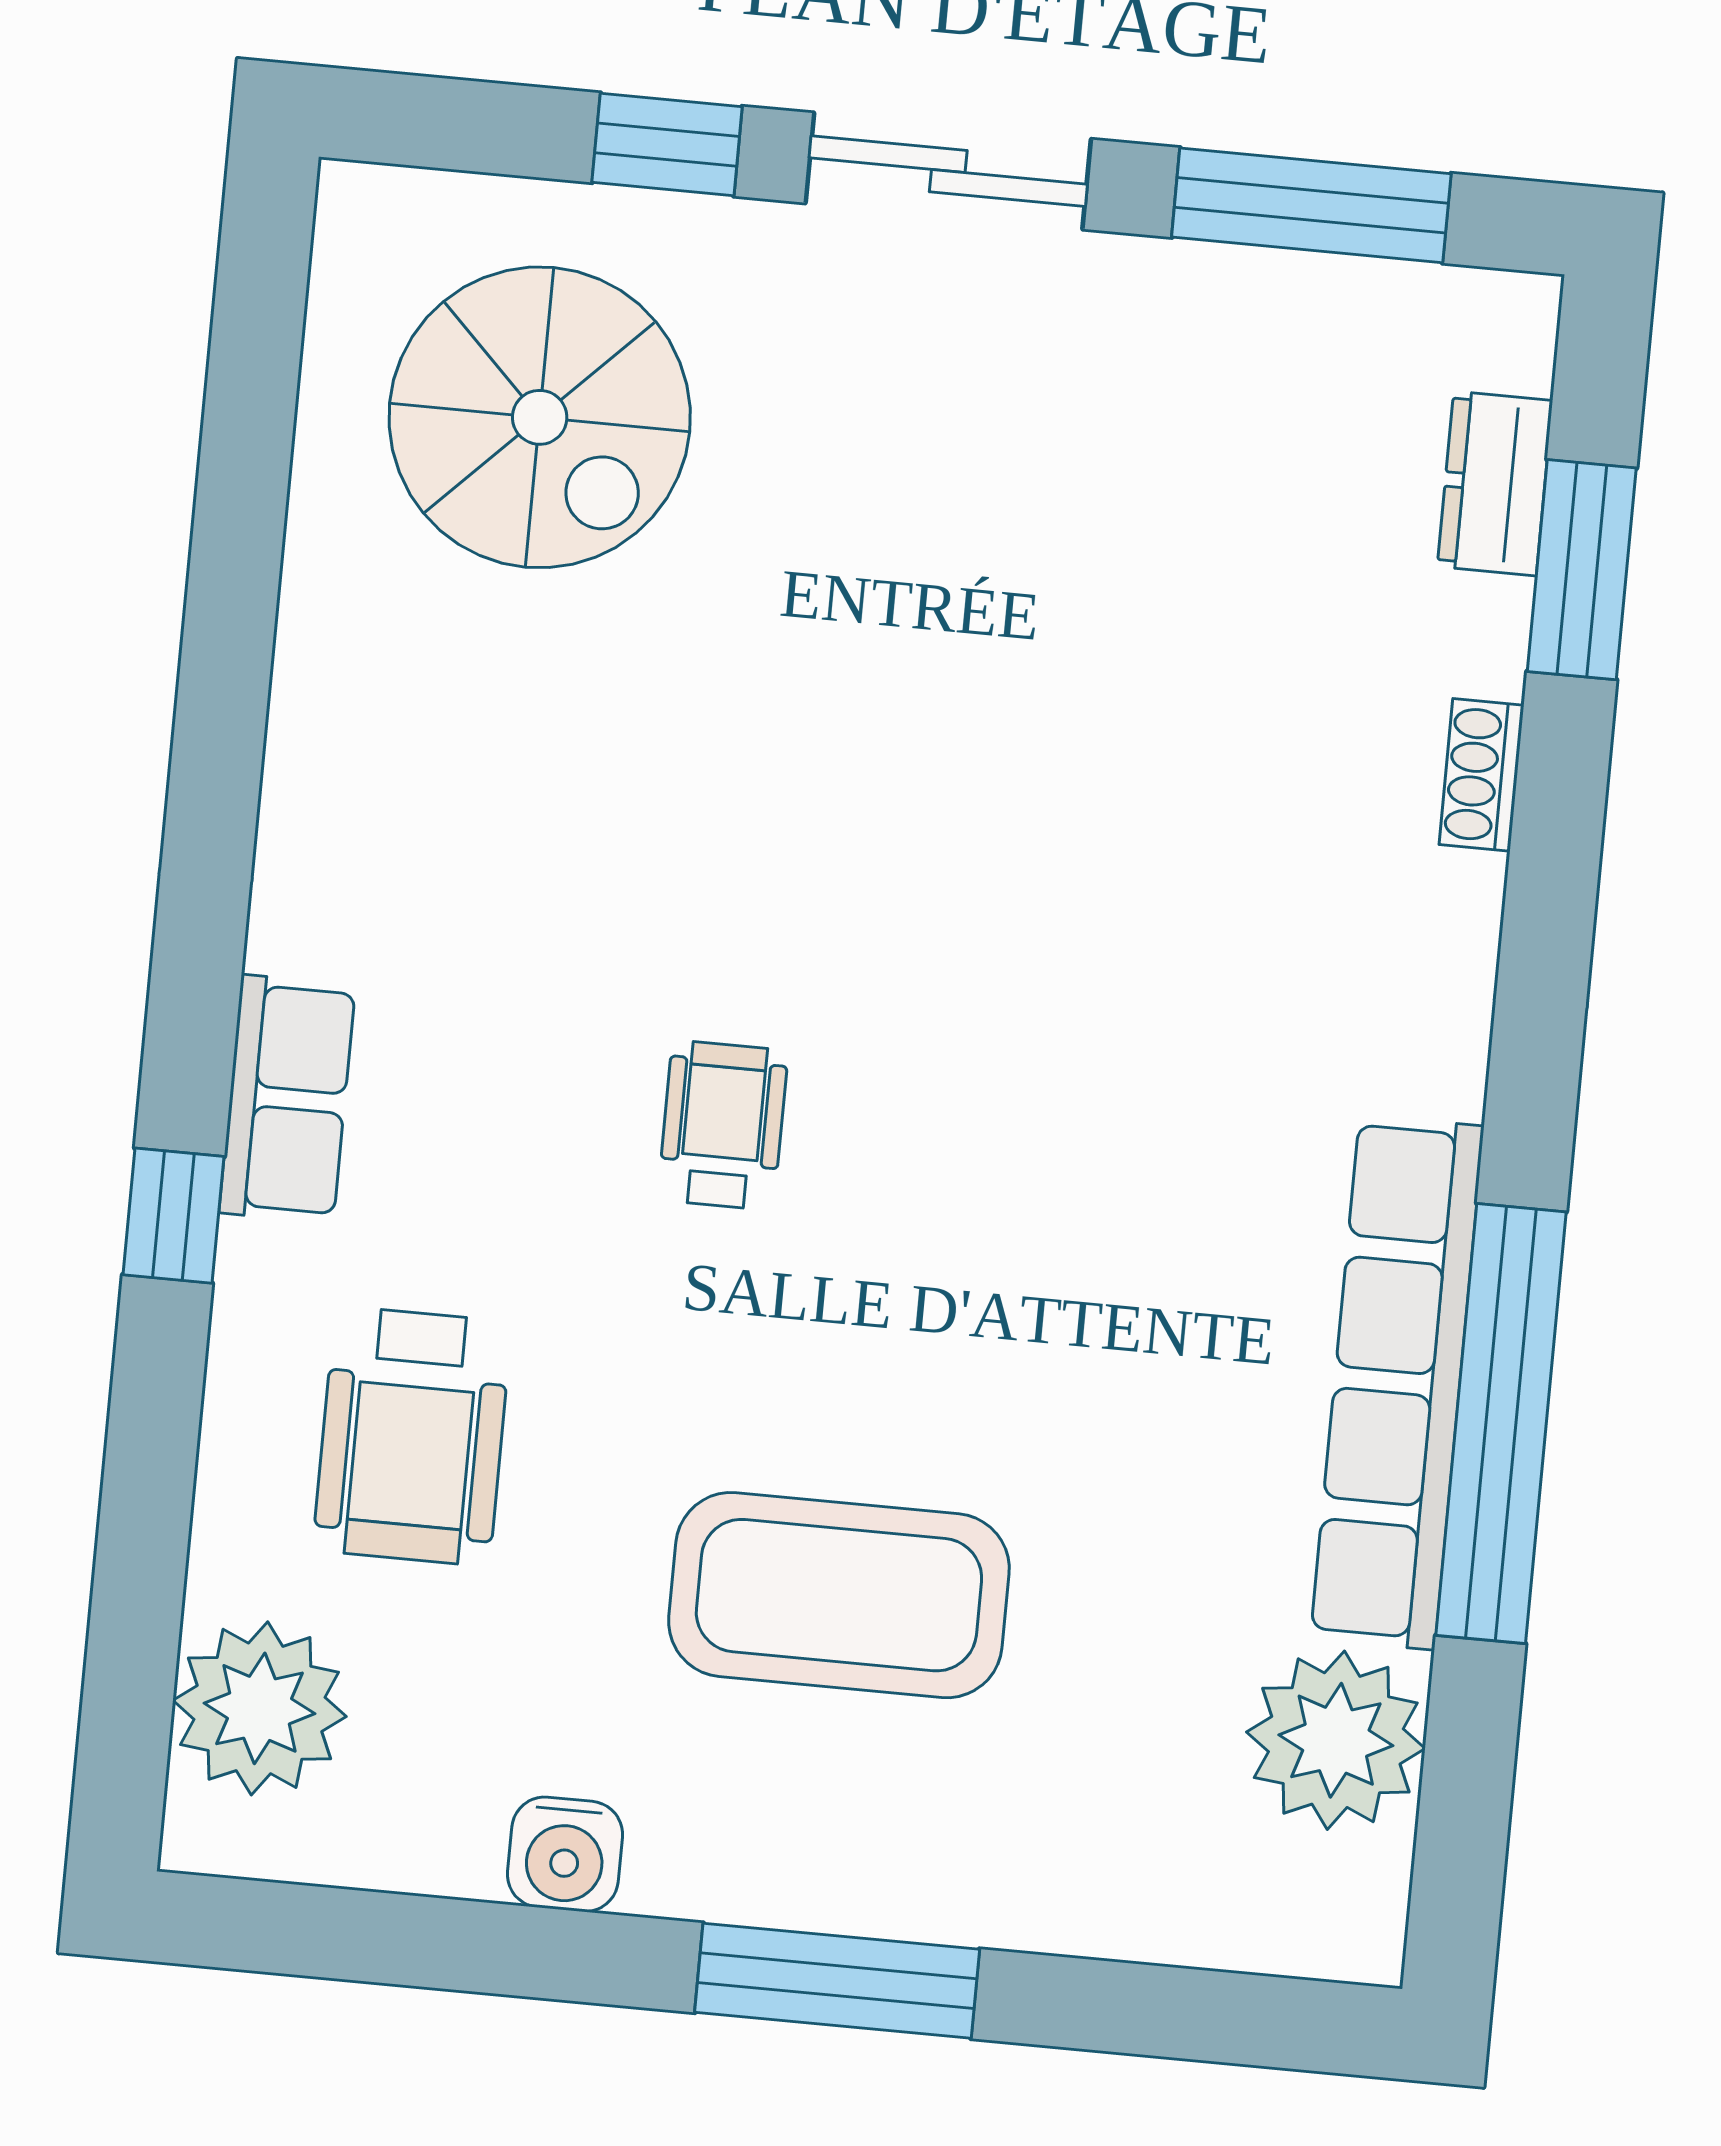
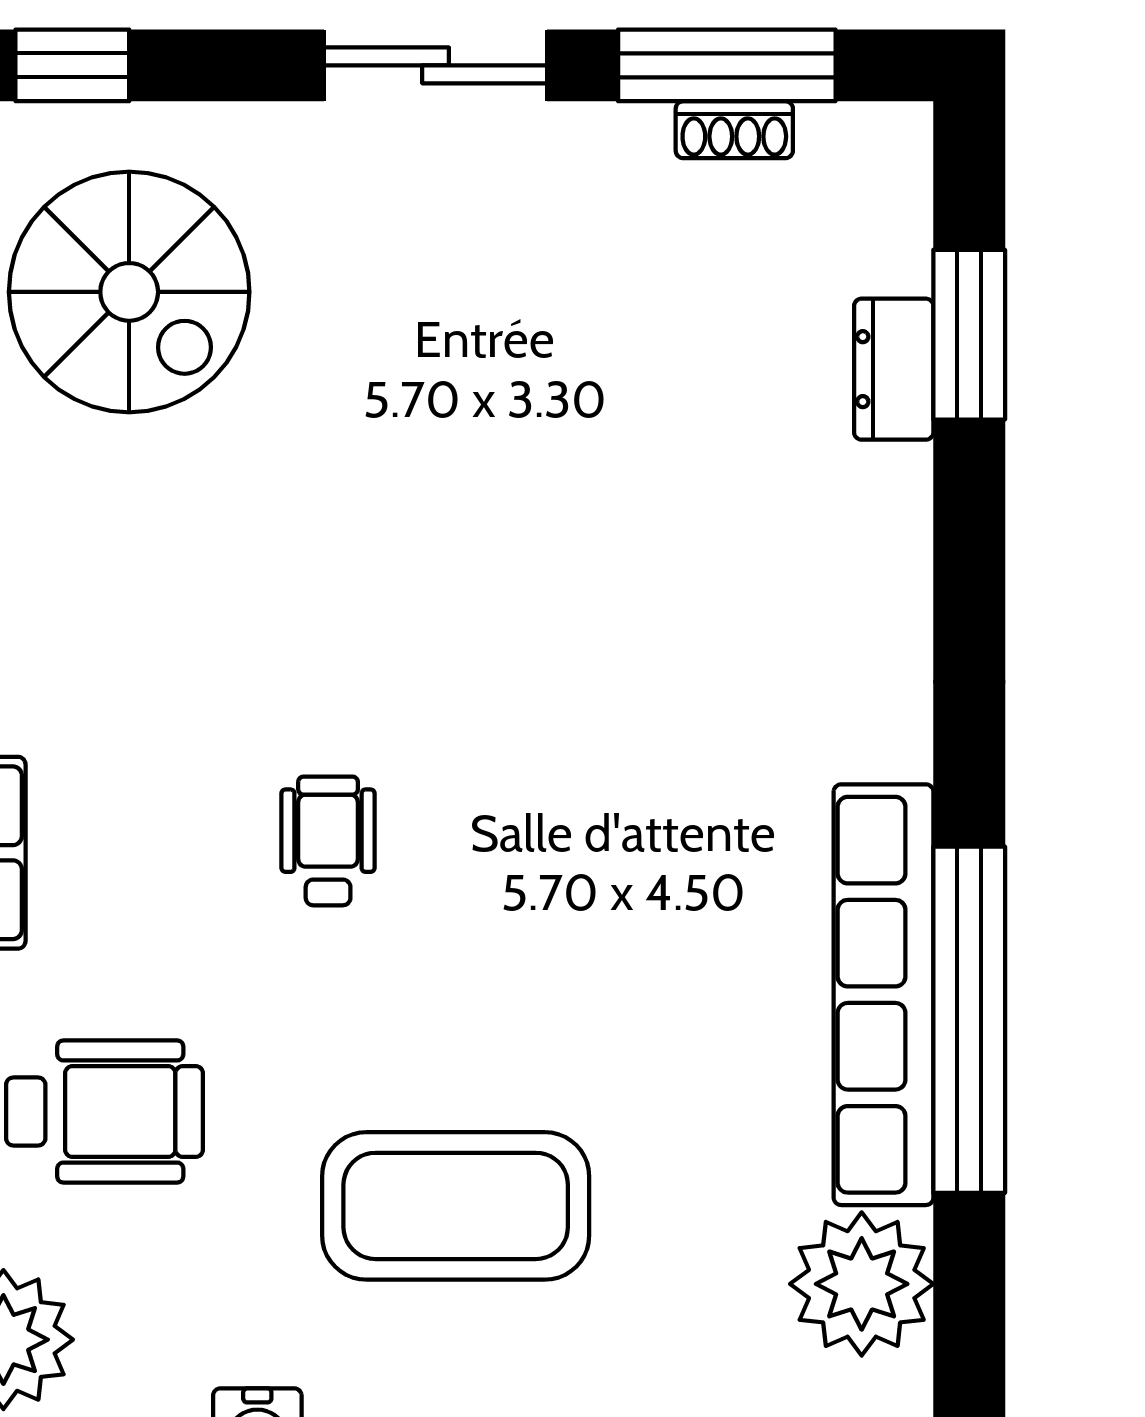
window: (667, 144) -> (72, 65), moved
dresser: (1495, 484) -> (894, 369), moved
shoe rack: (1481, 775) -> (734, 130), moved, turned -90
wheelchair: (412, 1436) -> (105, 1111), turned -90

